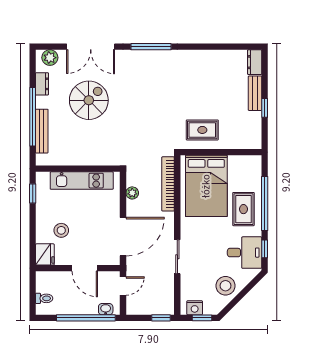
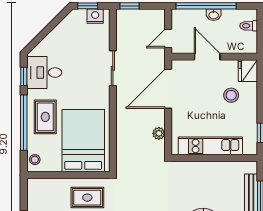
bookcase: (168, 184) -> (122, 143), removed
stool: (225, 286) -> (35, 160), moved, width x0.53, depth x0.53
washbasin: (106, 309) -> (214, 15), moved

